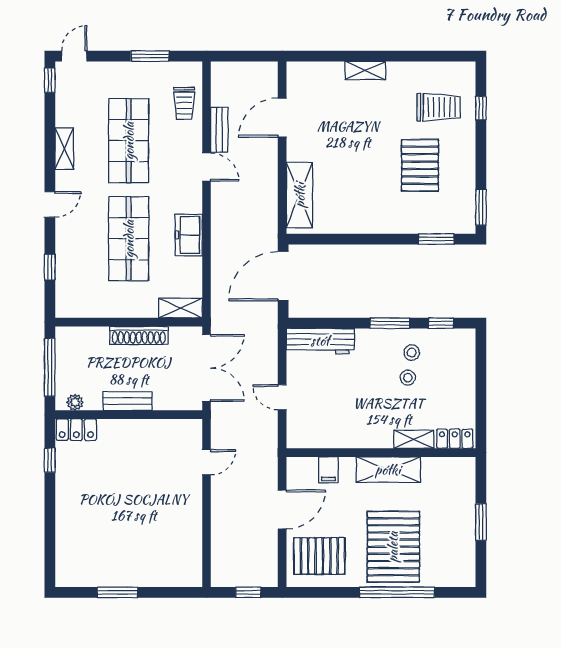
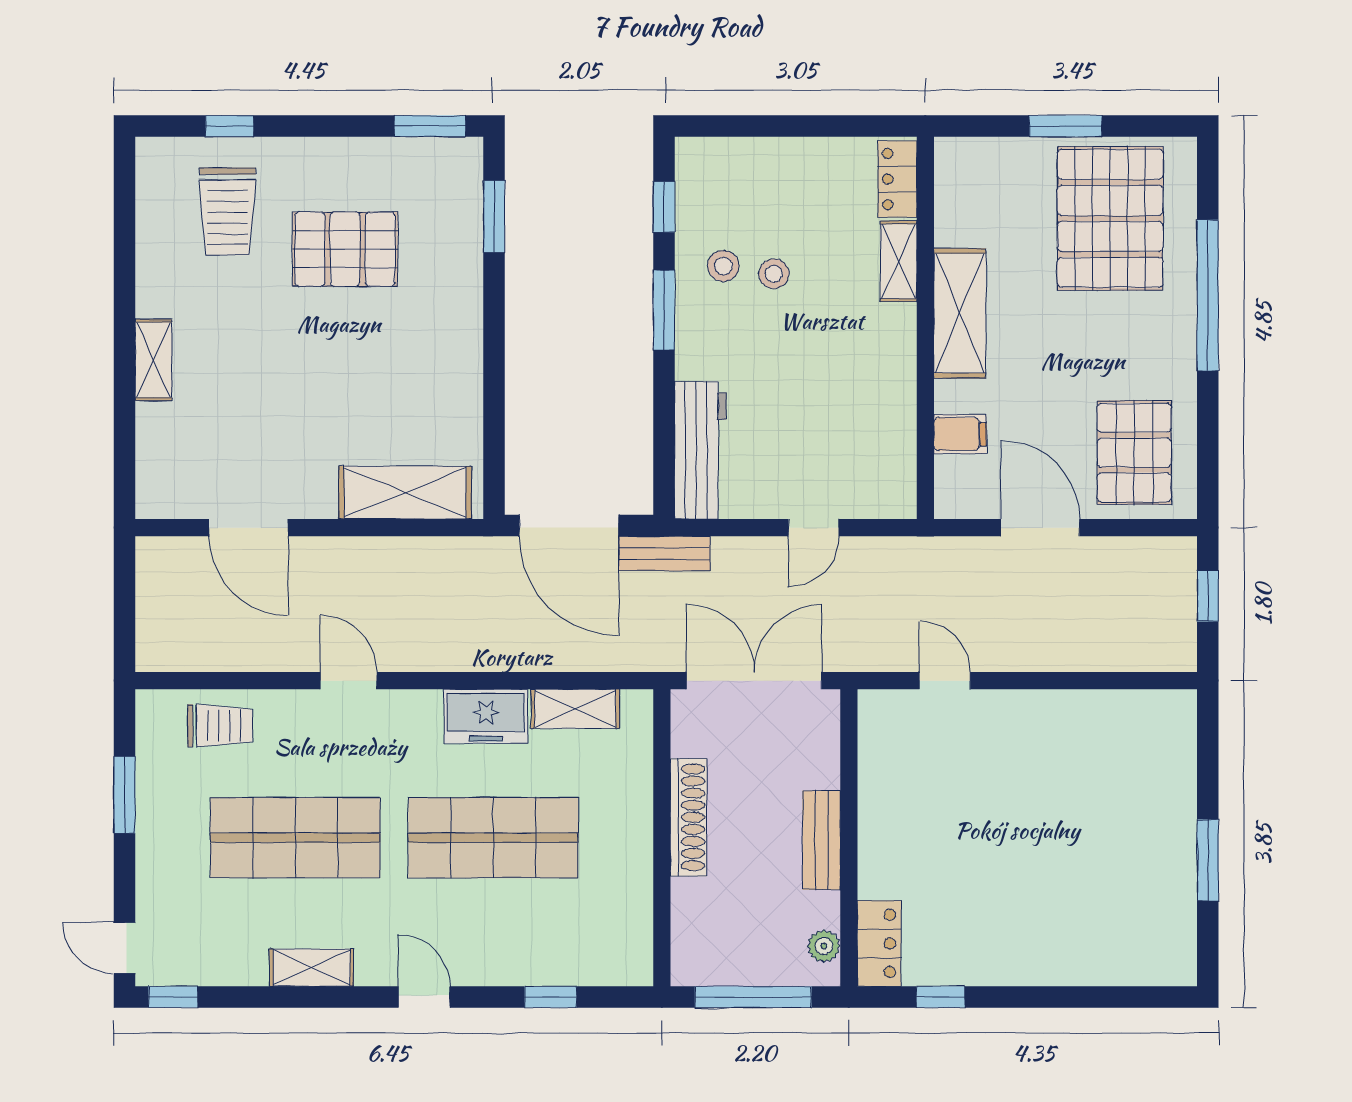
trolley: (439, 107) -> (227, 211), turned 180
bench: (219, 130) -> (664, 553), moved
door: (206, 167) -> (349, 681), hinge flipped
shelving: (180, 308) -> (575, 709), moved, turned 90
pallet: (393, 547) -> (1110, 218), moved, turned 90

